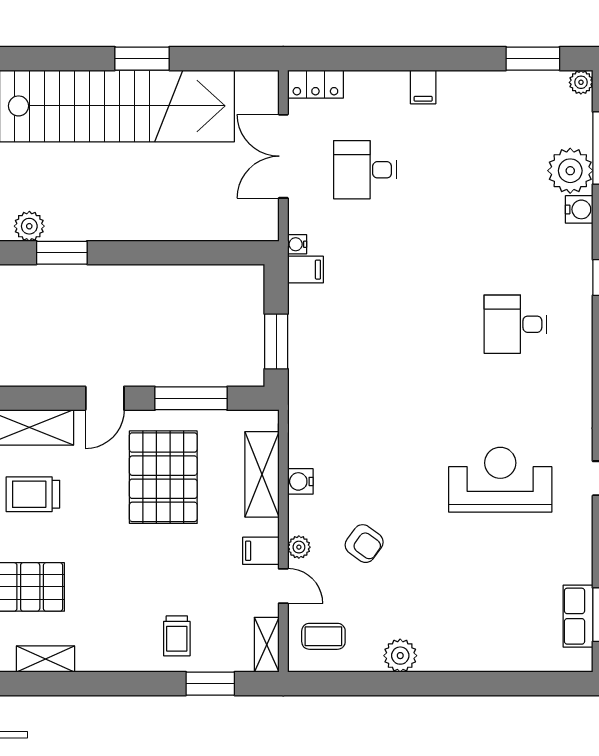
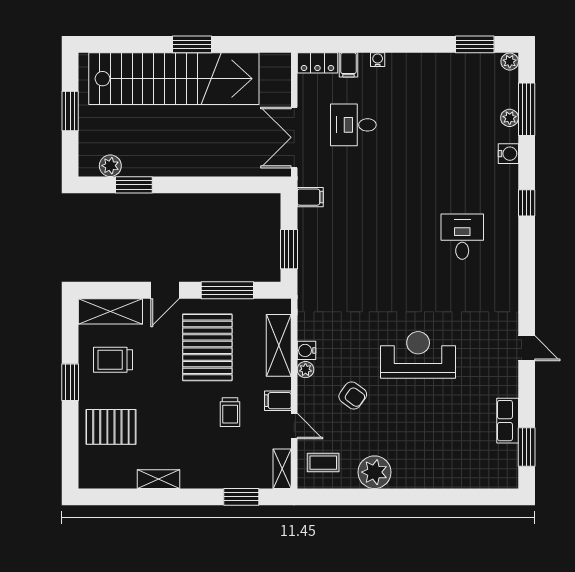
filing cabinet: (423, 87) -> (348, 65), moved
double door: (283, 156) -> (294, 137), moved
plant: (570, 171) -> (510, 118), width x0.53, depth x0.53
water cooler: (297, 244) -> (378, 60), moved, turned 90
desk: (515, 324) -> (462, 237), turned 90
reception desk: (500, 480) -> (418, 355), moved
plant: (299, 547) -> (305, 370), moved
row of seats: (578, 616) -> (508, 421), moved
trolley: (177, 636) -> (230, 412), moved
plant: (400, 656) -> (374, 472), width x1.36, depth x1.36
shelving: (46, 659) -> (159, 479), moved

